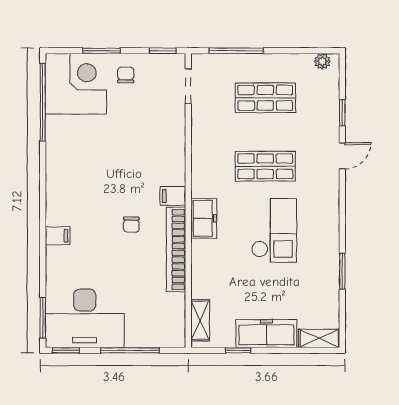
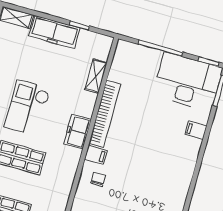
chair: (131, 225) -> (98, 179), moved
filing cabinet: (58, 236) -> (196, 130), moved
shelving: (200, 320) -> (96, 76), moved

